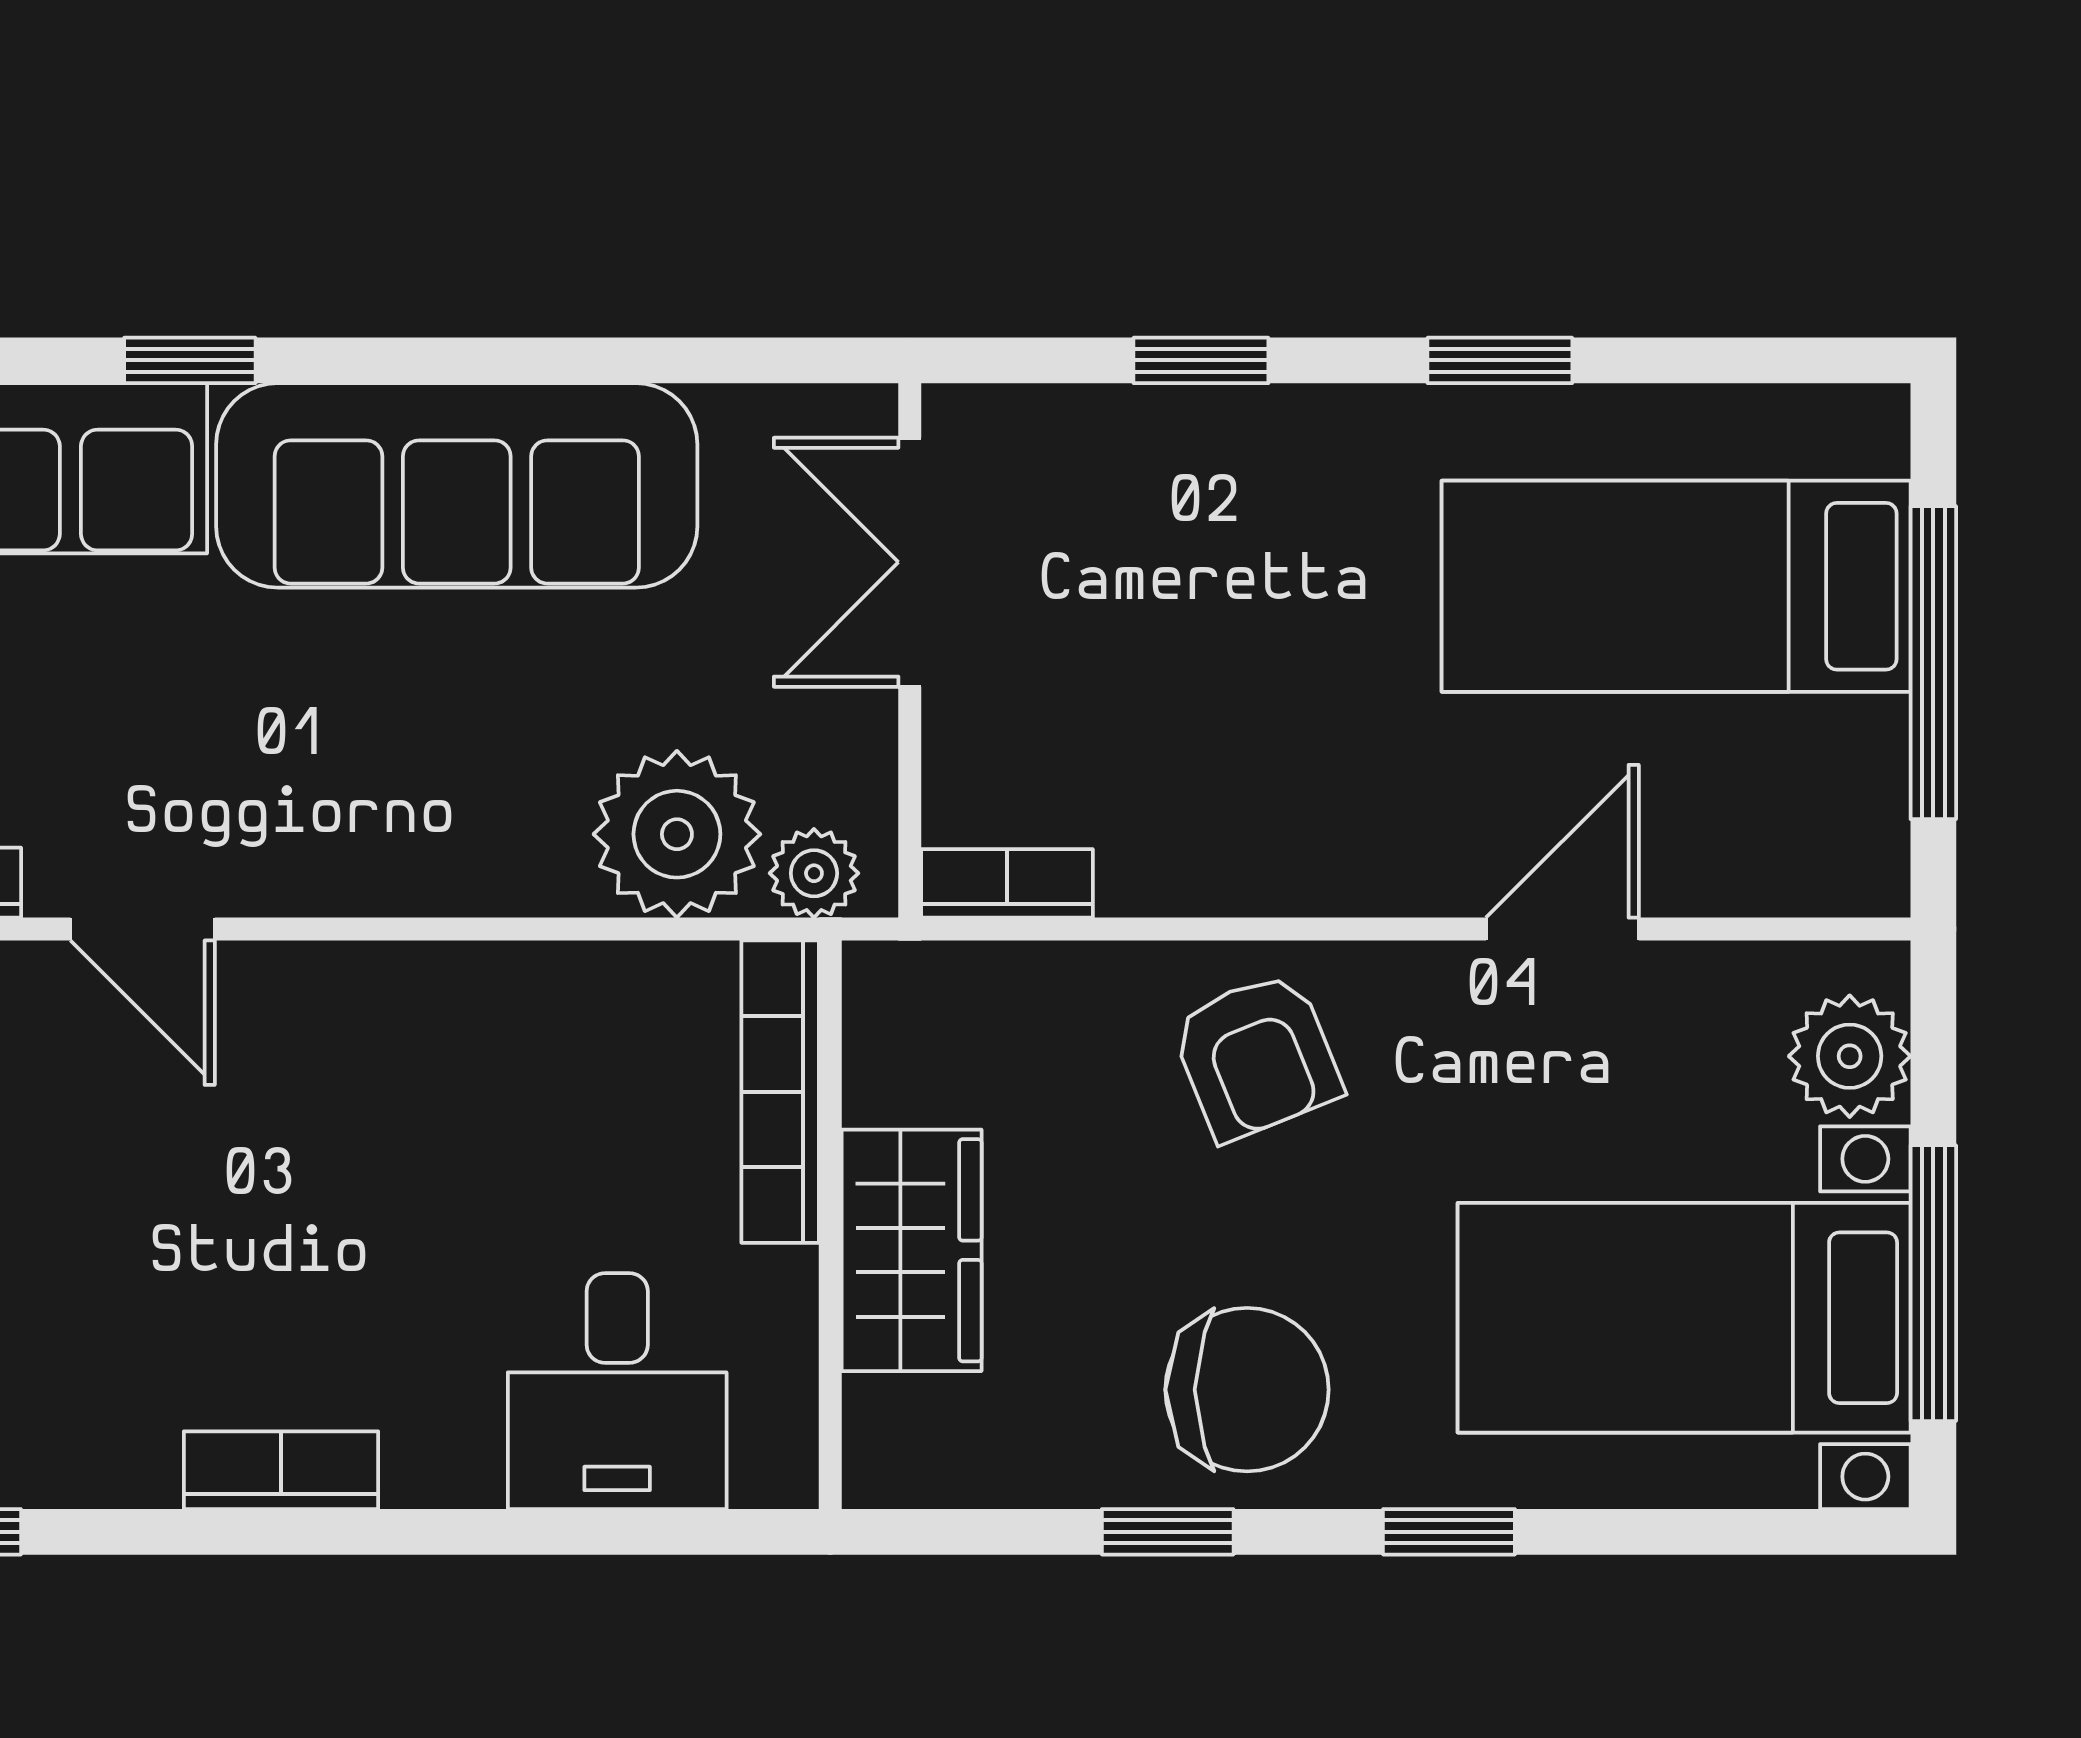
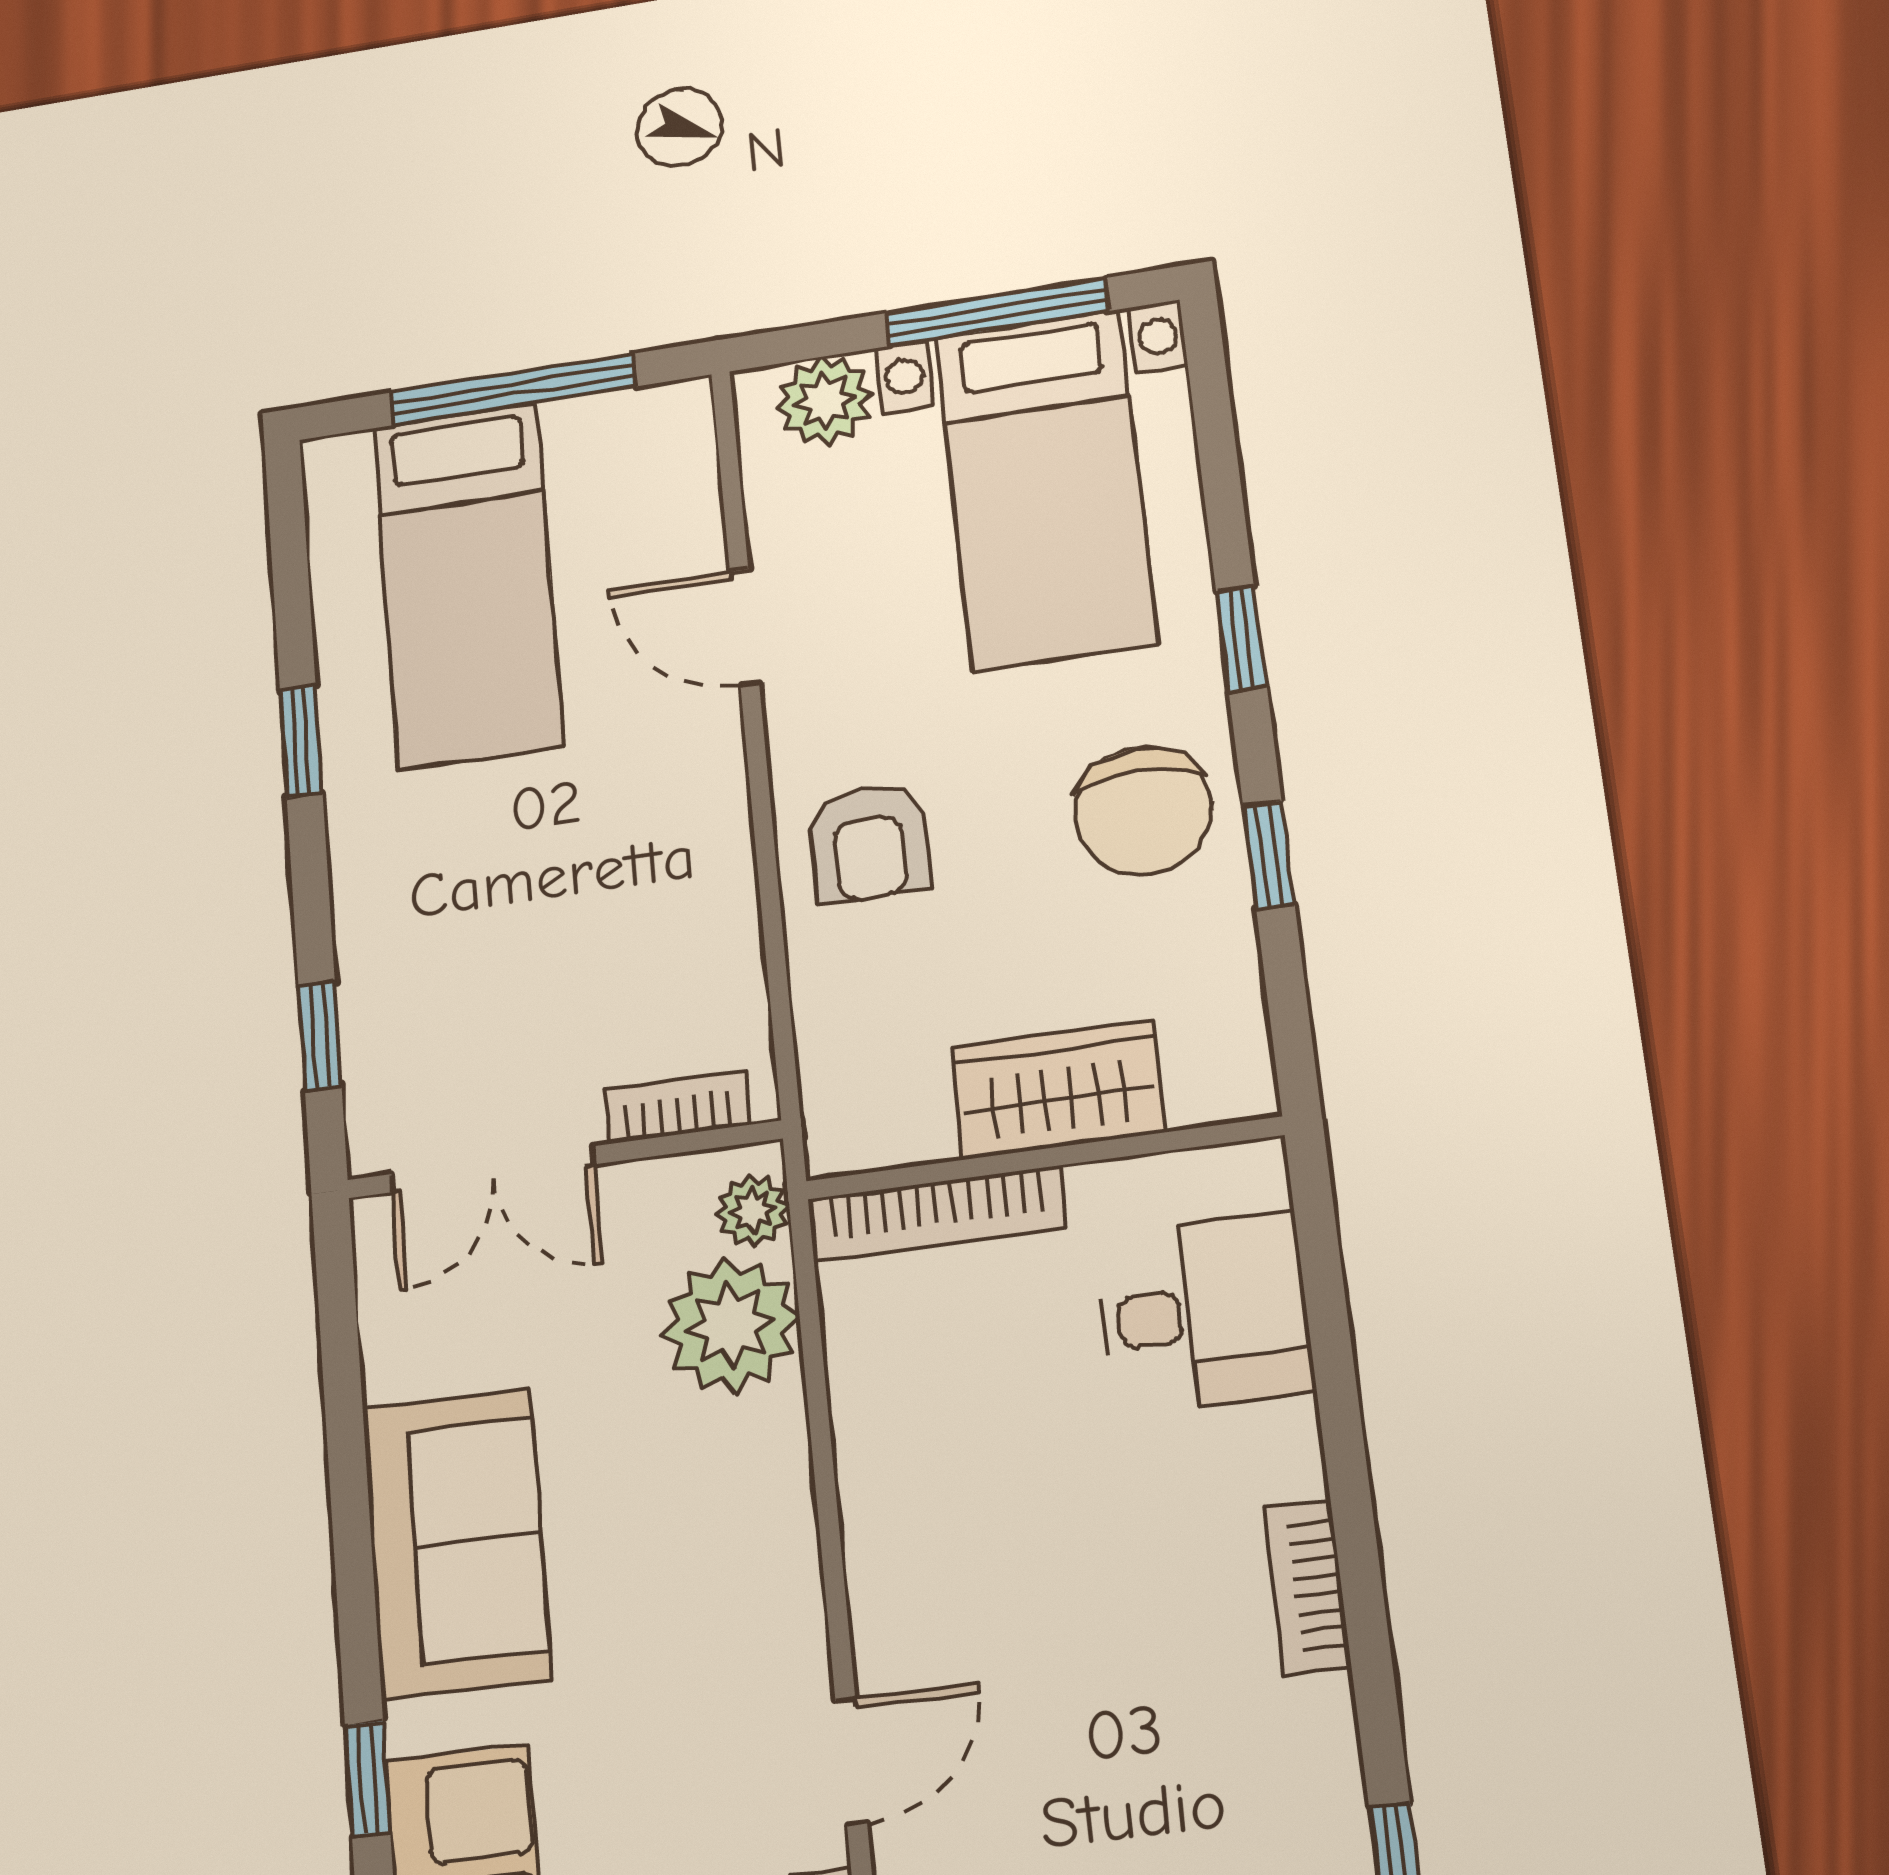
window: (1201, 360) -> (320, 1036), moved
sofa: (457, 485) -> (456, 1543), width x0.73
bookcase: (1007, 883) -> (677, 1107), moved, turned 90
armchair: (1256, 1056) -> (869, 843), turned 112
chair: (1247, 1390) -> (1143, 811), turned 180

